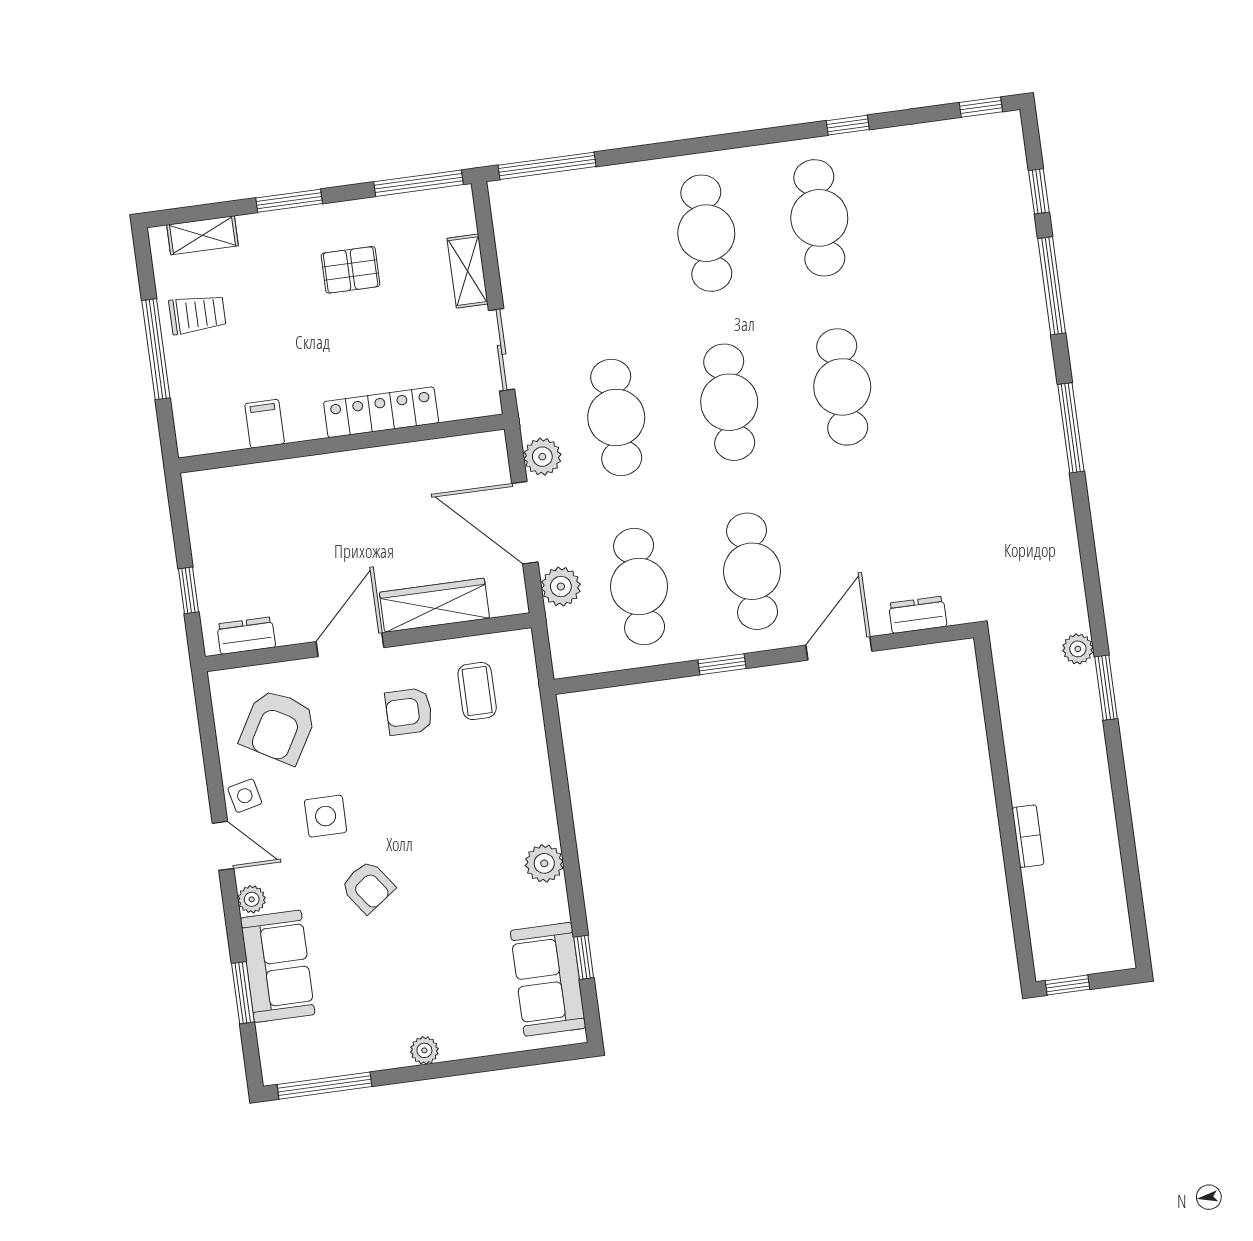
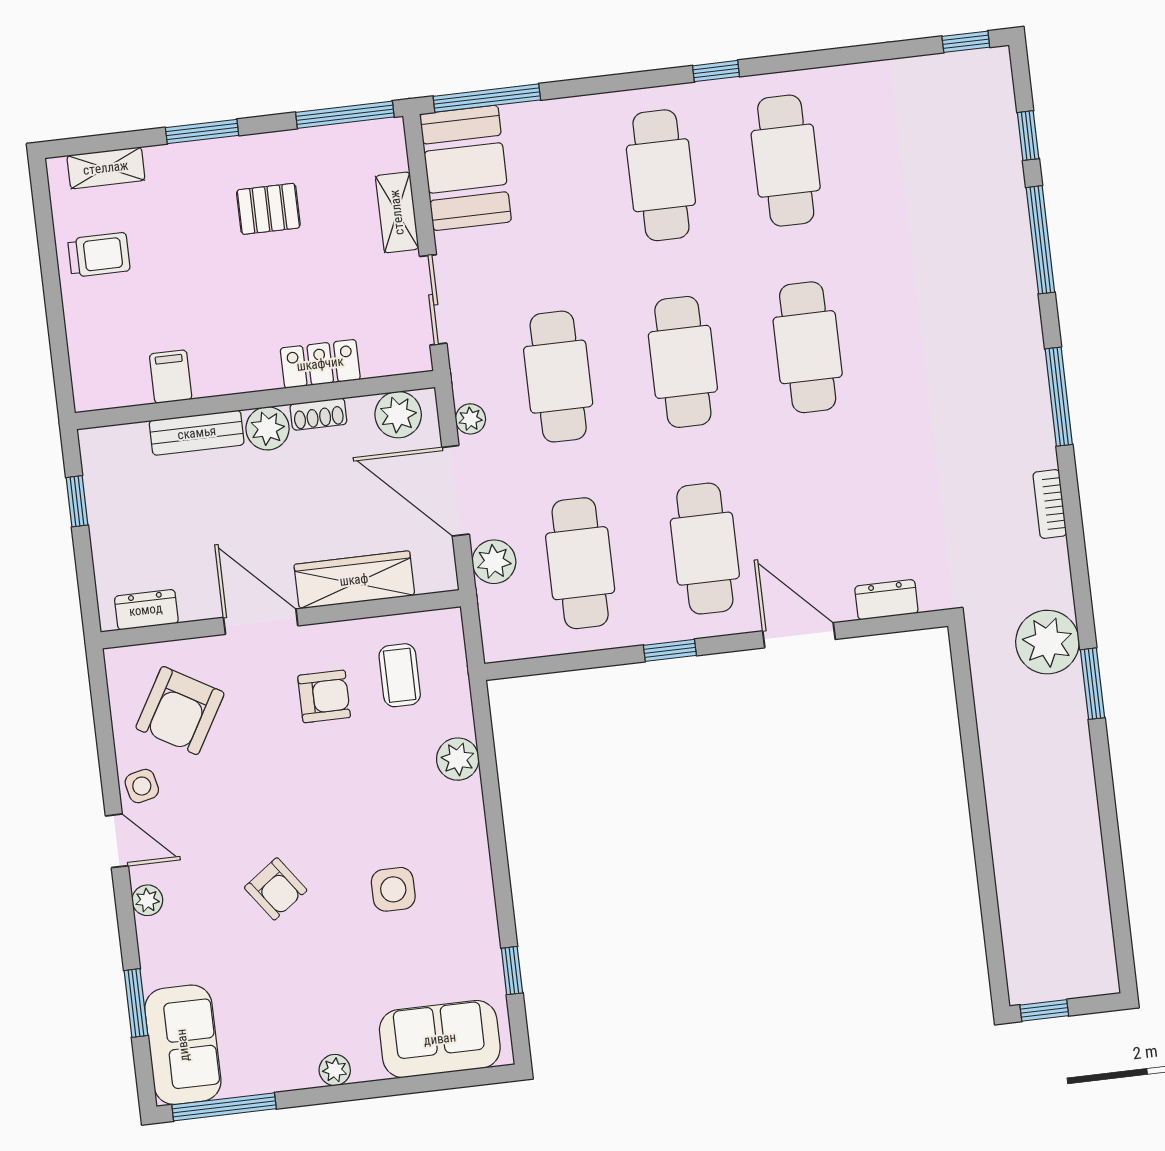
window: (848, 125) -> (716, 71), moved
booth: (529, 230) -> (466, 168), added
window: (156, 349) -> (52, 293), removed
locker: (381, 412) -> (320, 364), width x0.66
shoe rack: (399, 455) -> (318, 414), added
plant: (472, 455) -> (398, 415), added
plant: (542, 457) -> (470, 419), width x0.73, depth x0.73
plant: (353, 469) -> (268, 428), added
bench: (289, 474) -> (197, 433), added
window: (188, 590) -> (77, 501), moved
door: (350, 645) -> (261, 622), hinge flipped
door: (839, 648) -> (799, 635), hinge flipped
plant: (1078, 649) -> (1047, 642), width x1.88, depth x1.88
armchair: (409, 712) -> (324, 696), turned 180
side table: (326, 816) -> (393, 889), moved
bookcase: (1028, 836) -> (1050, 504), moved, turned 180
plant: (544, 863) -> (458, 759), moved
sofa: (278, 966) -> (183, 1045), moved
sofa: (548, 979) -> (440, 1039), moved, turned 90

